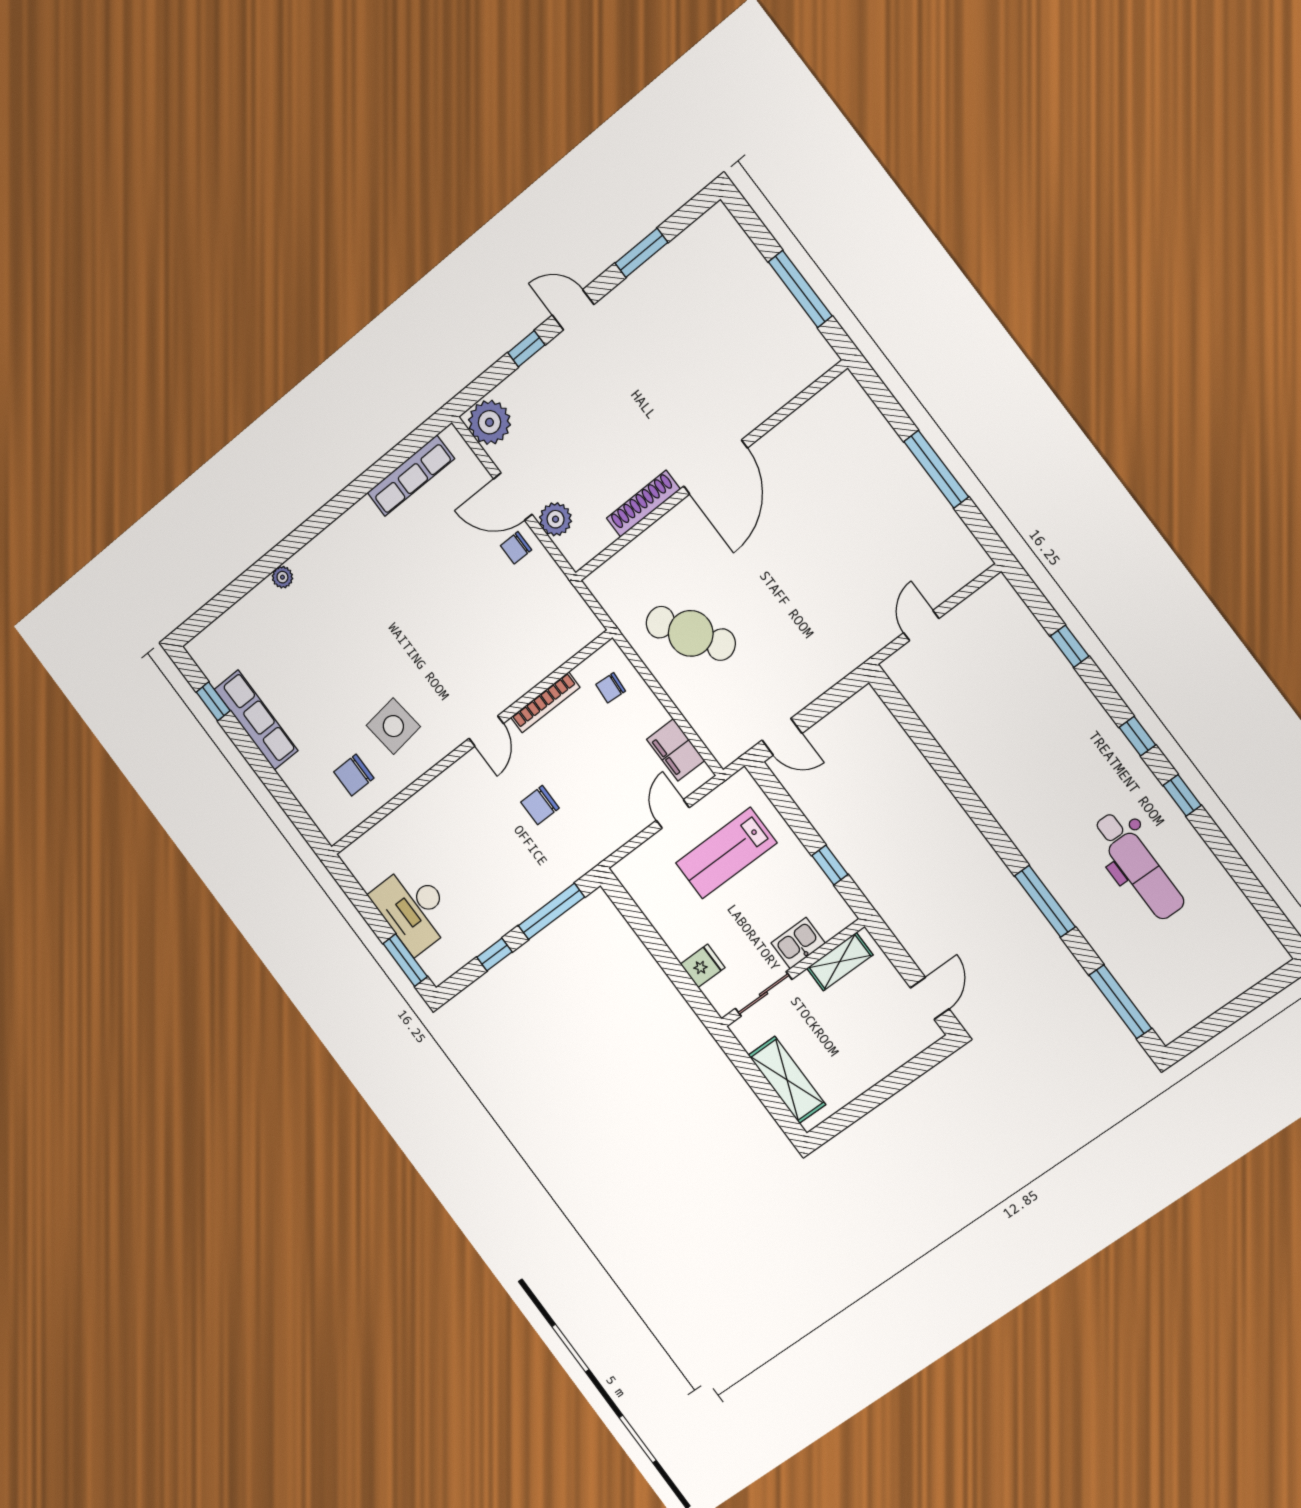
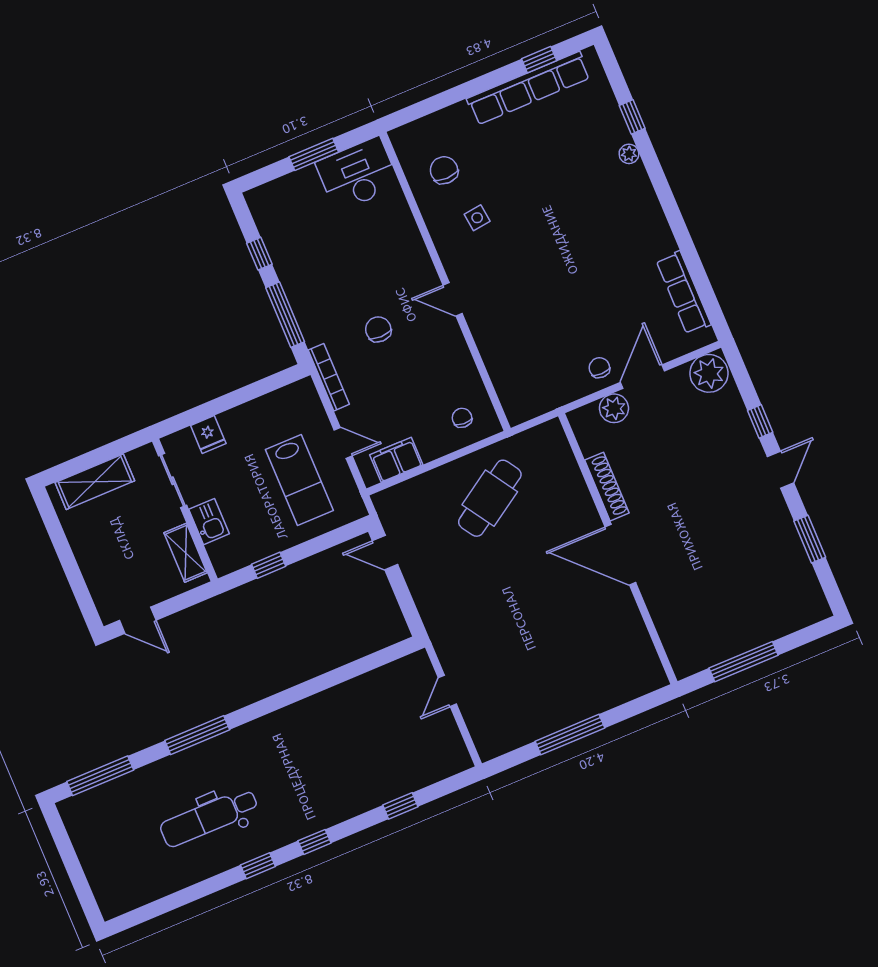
window: (244, 584) -> (632, 117), added
door: (921, 626) -> (447, 691), swing flipped
bookcase: (545, 702) -> (329, 377), moved, turned 180
row of seats: (256, 720) -> (529, 88), width x1.36
side table: (393, 726) -> (477, 218), width x0.54, depth x0.54
door: (782, 737) -> (385, 553), hinge flipped
lab bench: (726, 853) -> (299, 480), turned 180
desk: (414, 909) -> (358, 174), moved
window: (405, 960) -> (314, 154), moved

